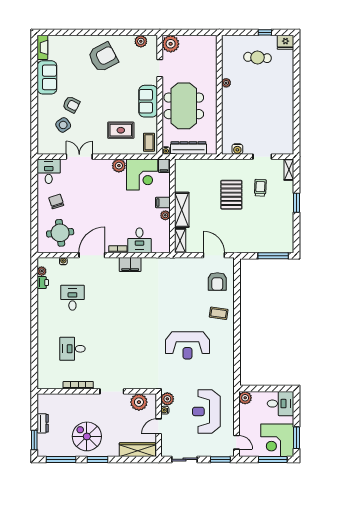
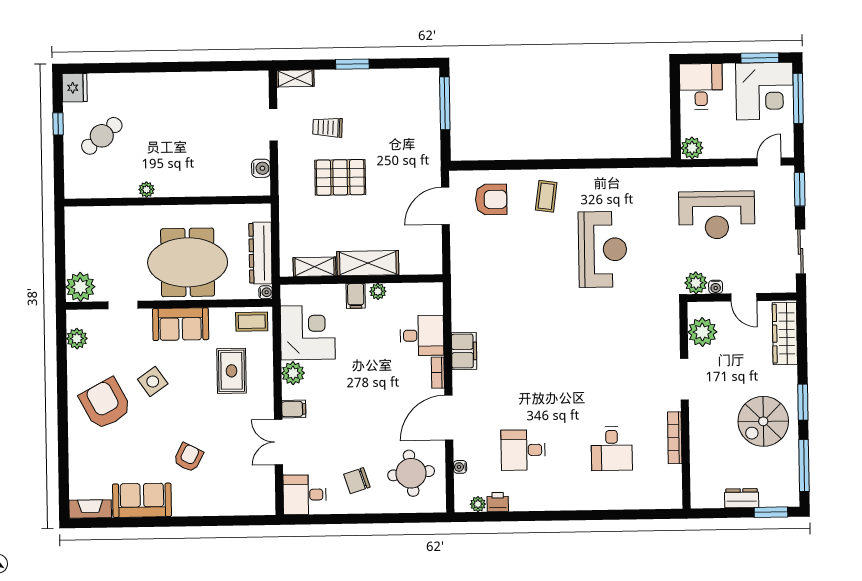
cafe table: (258, 57) -> (102, 136), turned 46
side table: (63, 125) -> (153, 381), moved
filing cabinet: (164, 166) -> (294, 409), moved
shelving: (180, 241) -> (314, 267), moved
door: (92, 255) -> (449, 418), hinge flipped

